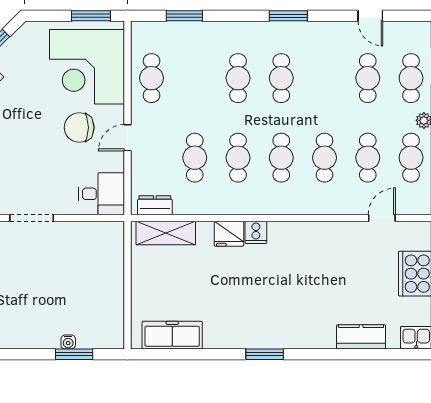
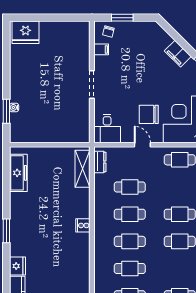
chair: (79, 128) -> (149, 114), turned -90
fridge: (229, 234) -> (17, 266), moved, turned 180

